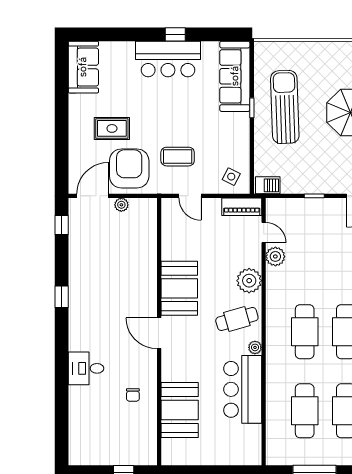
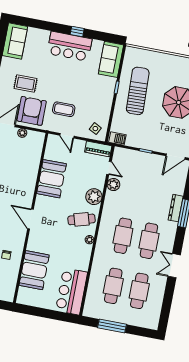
sofa: (235, 76) -> (111, 59), width x0.73
booth: (179, 288) -> (51, 179), moved
bar counter: (243, 389) -> (71, 291), moved

